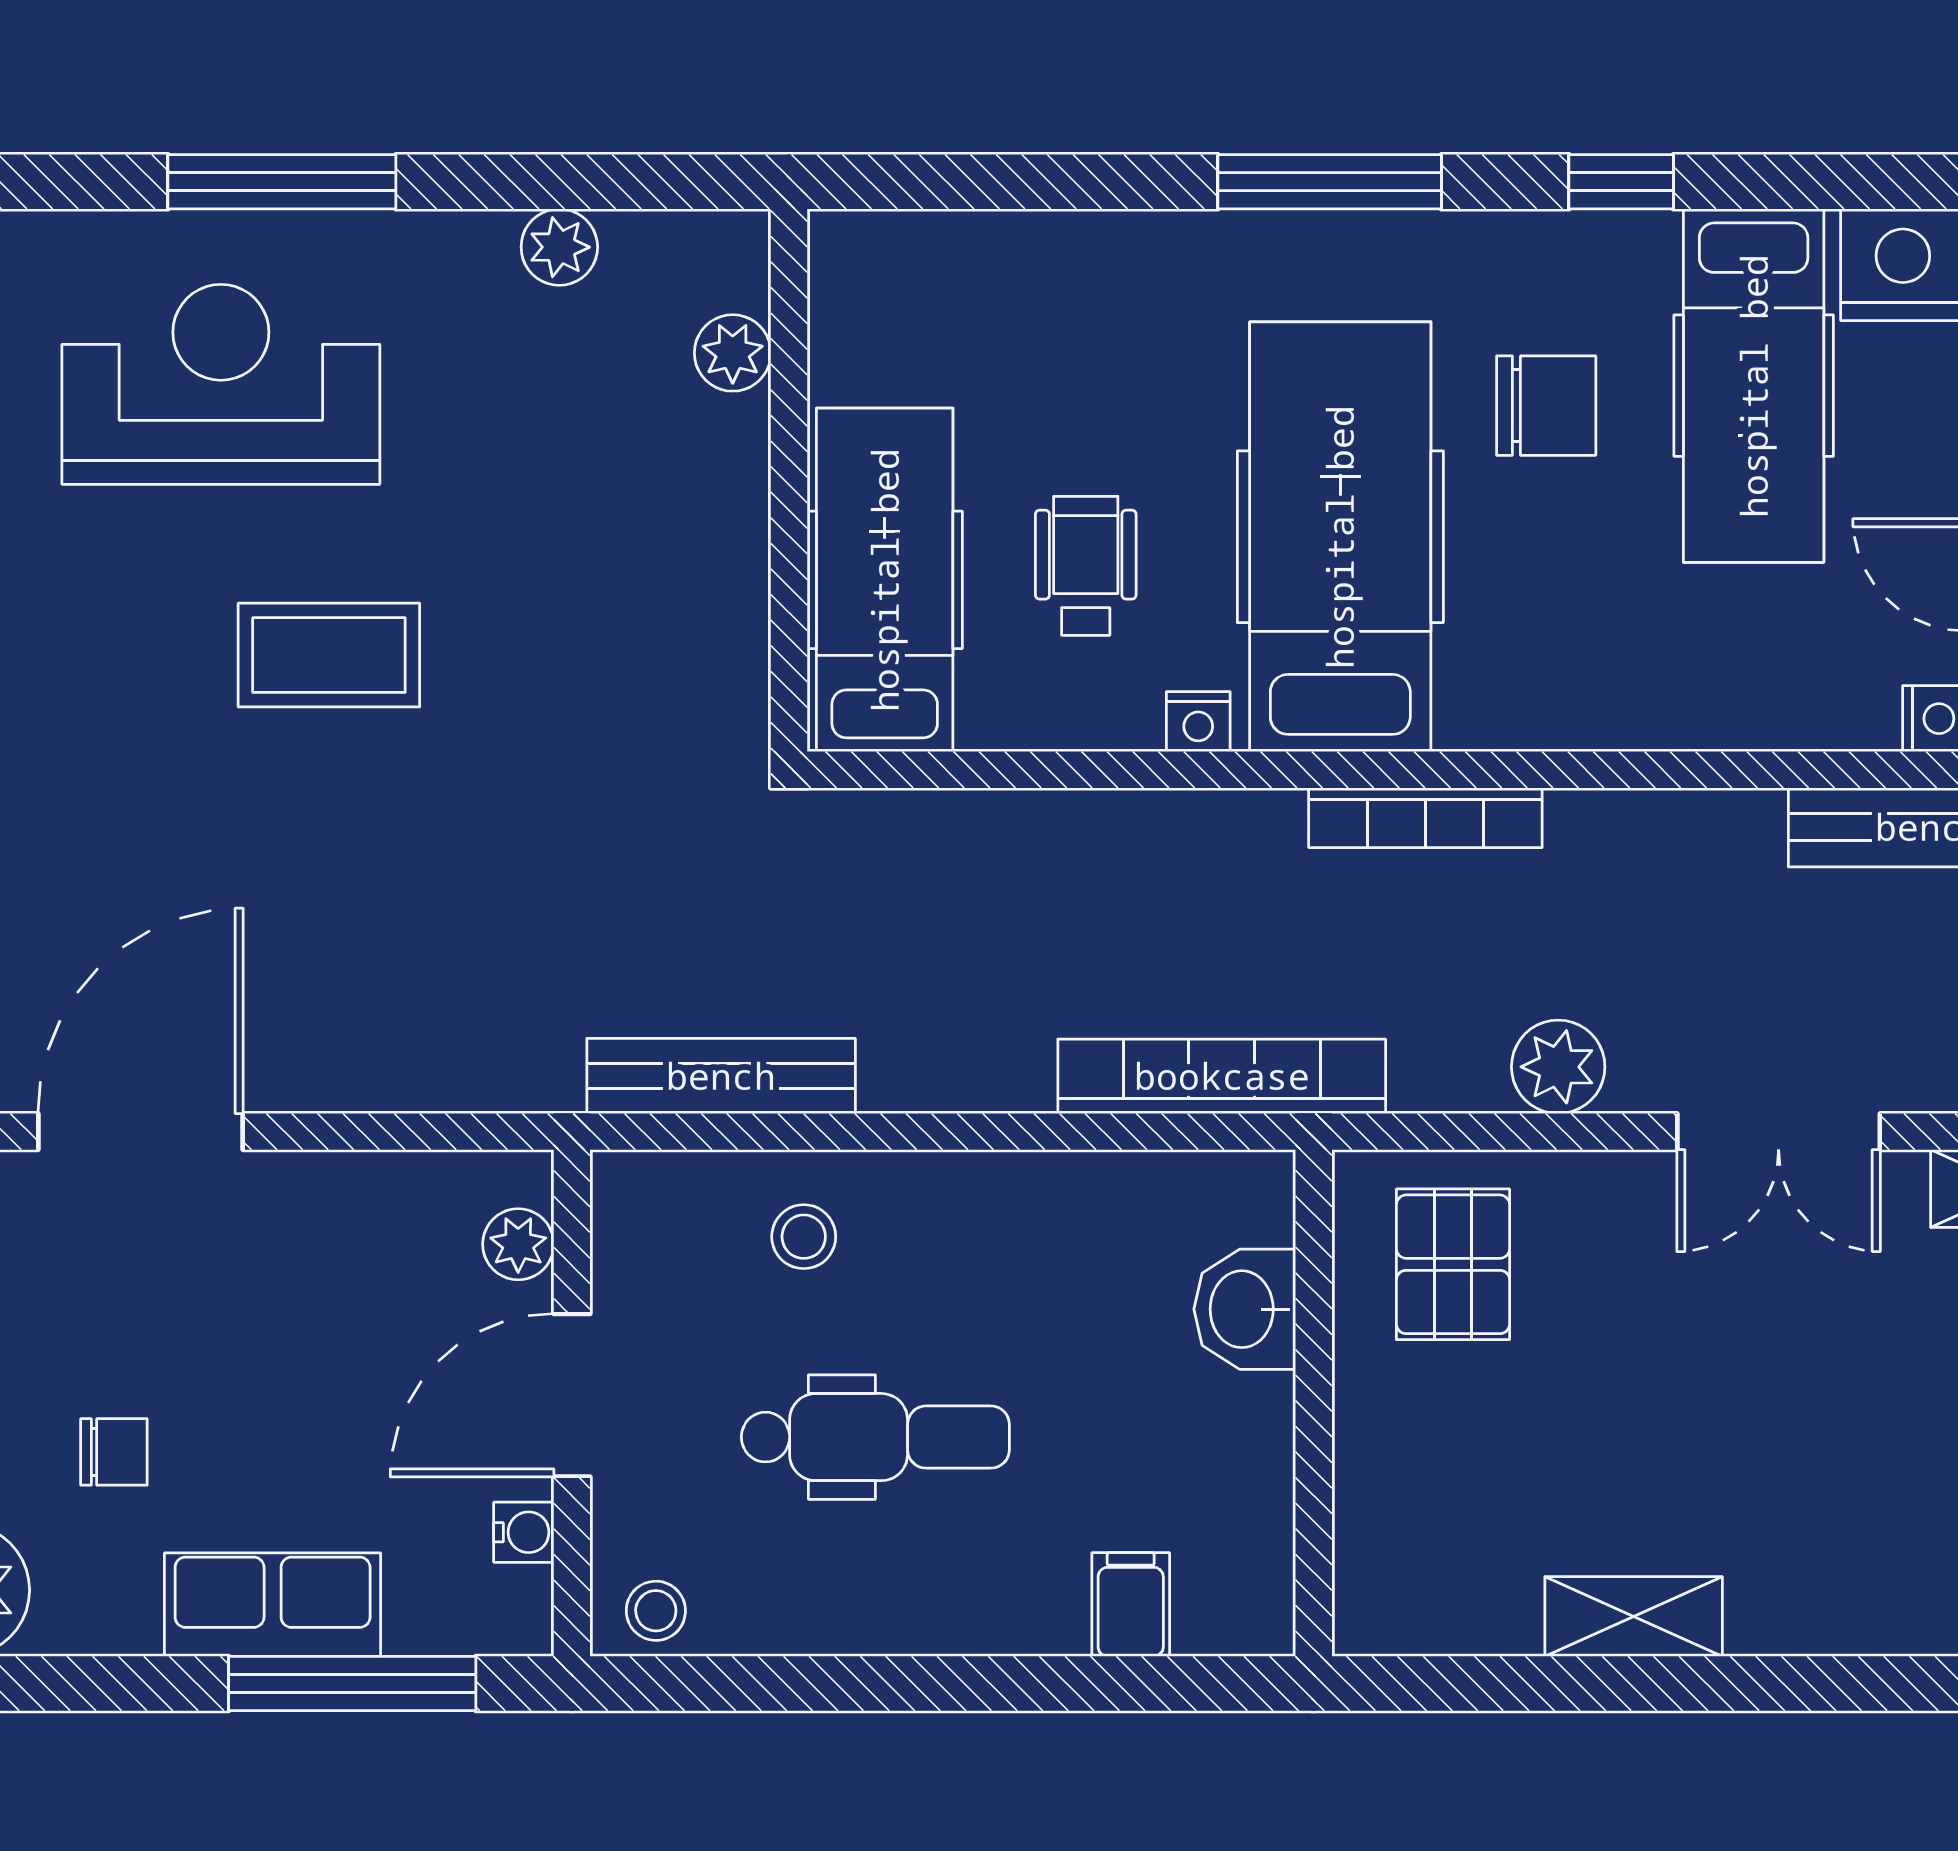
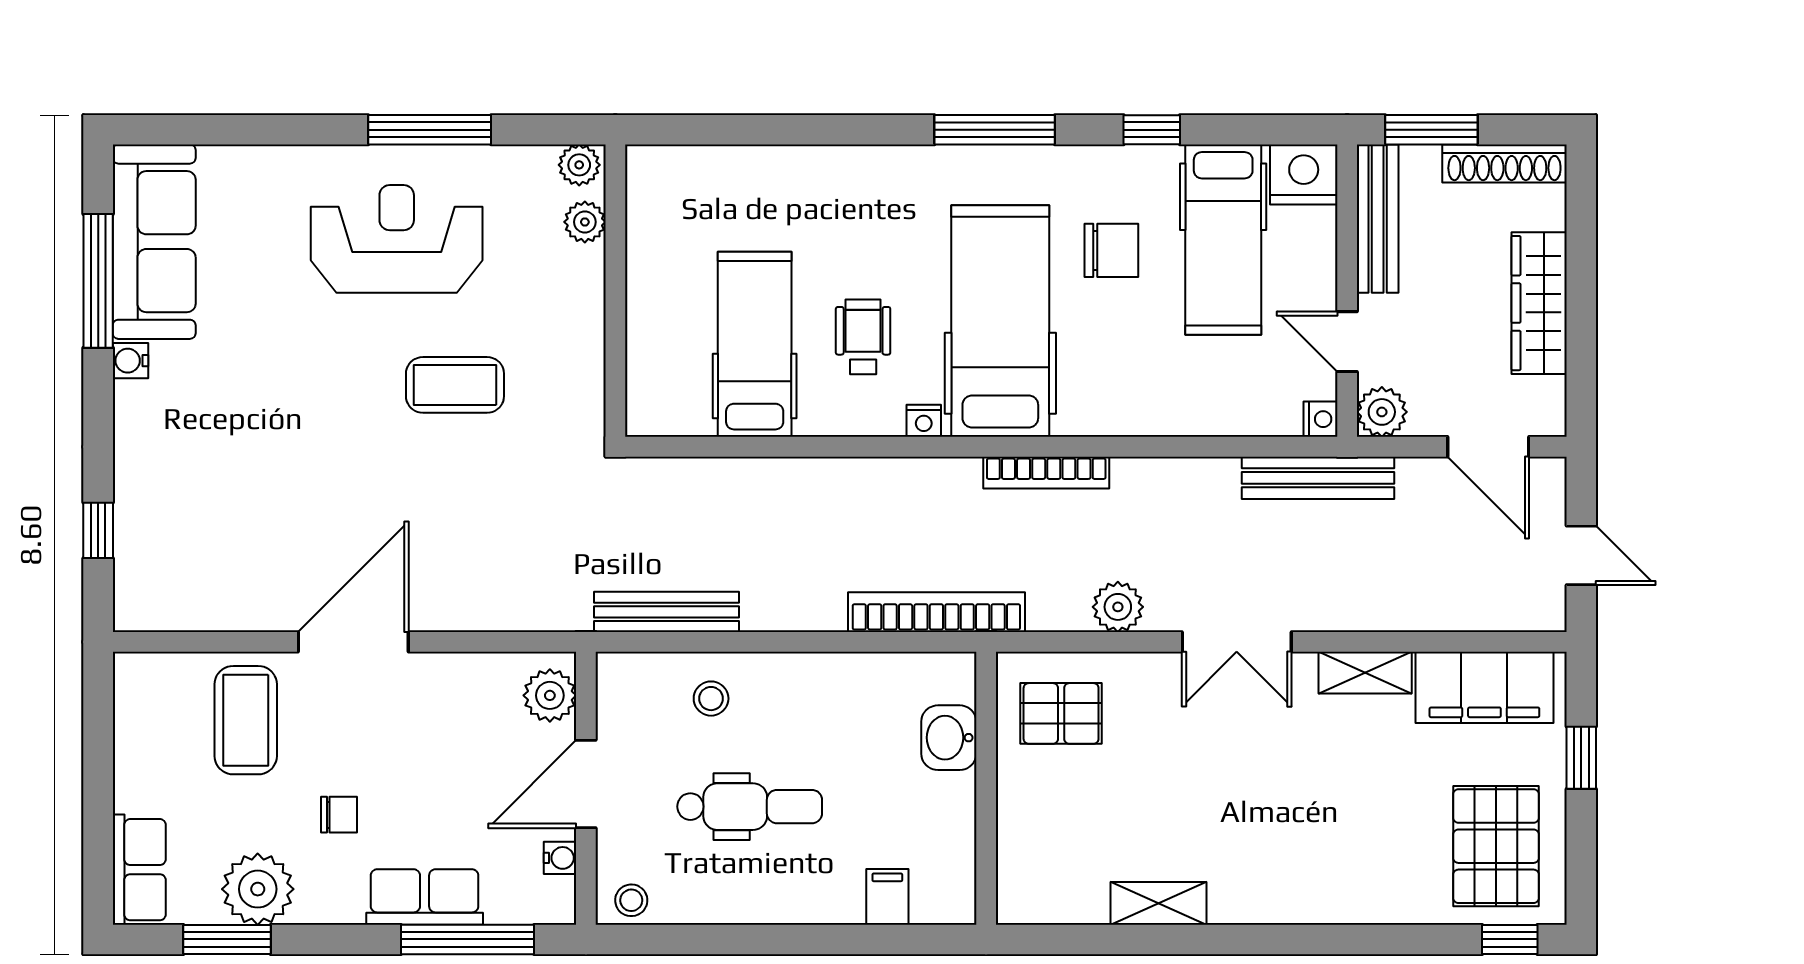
plant: (733, 353) -> (585, 222), moved
wall: (789, 480) -> (615, 291), moved
plant: (518, 1244) -> (550, 695), width x1.38, depth x1.38
pallet: (1453, 1264) -> (1061, 713), turned 90

